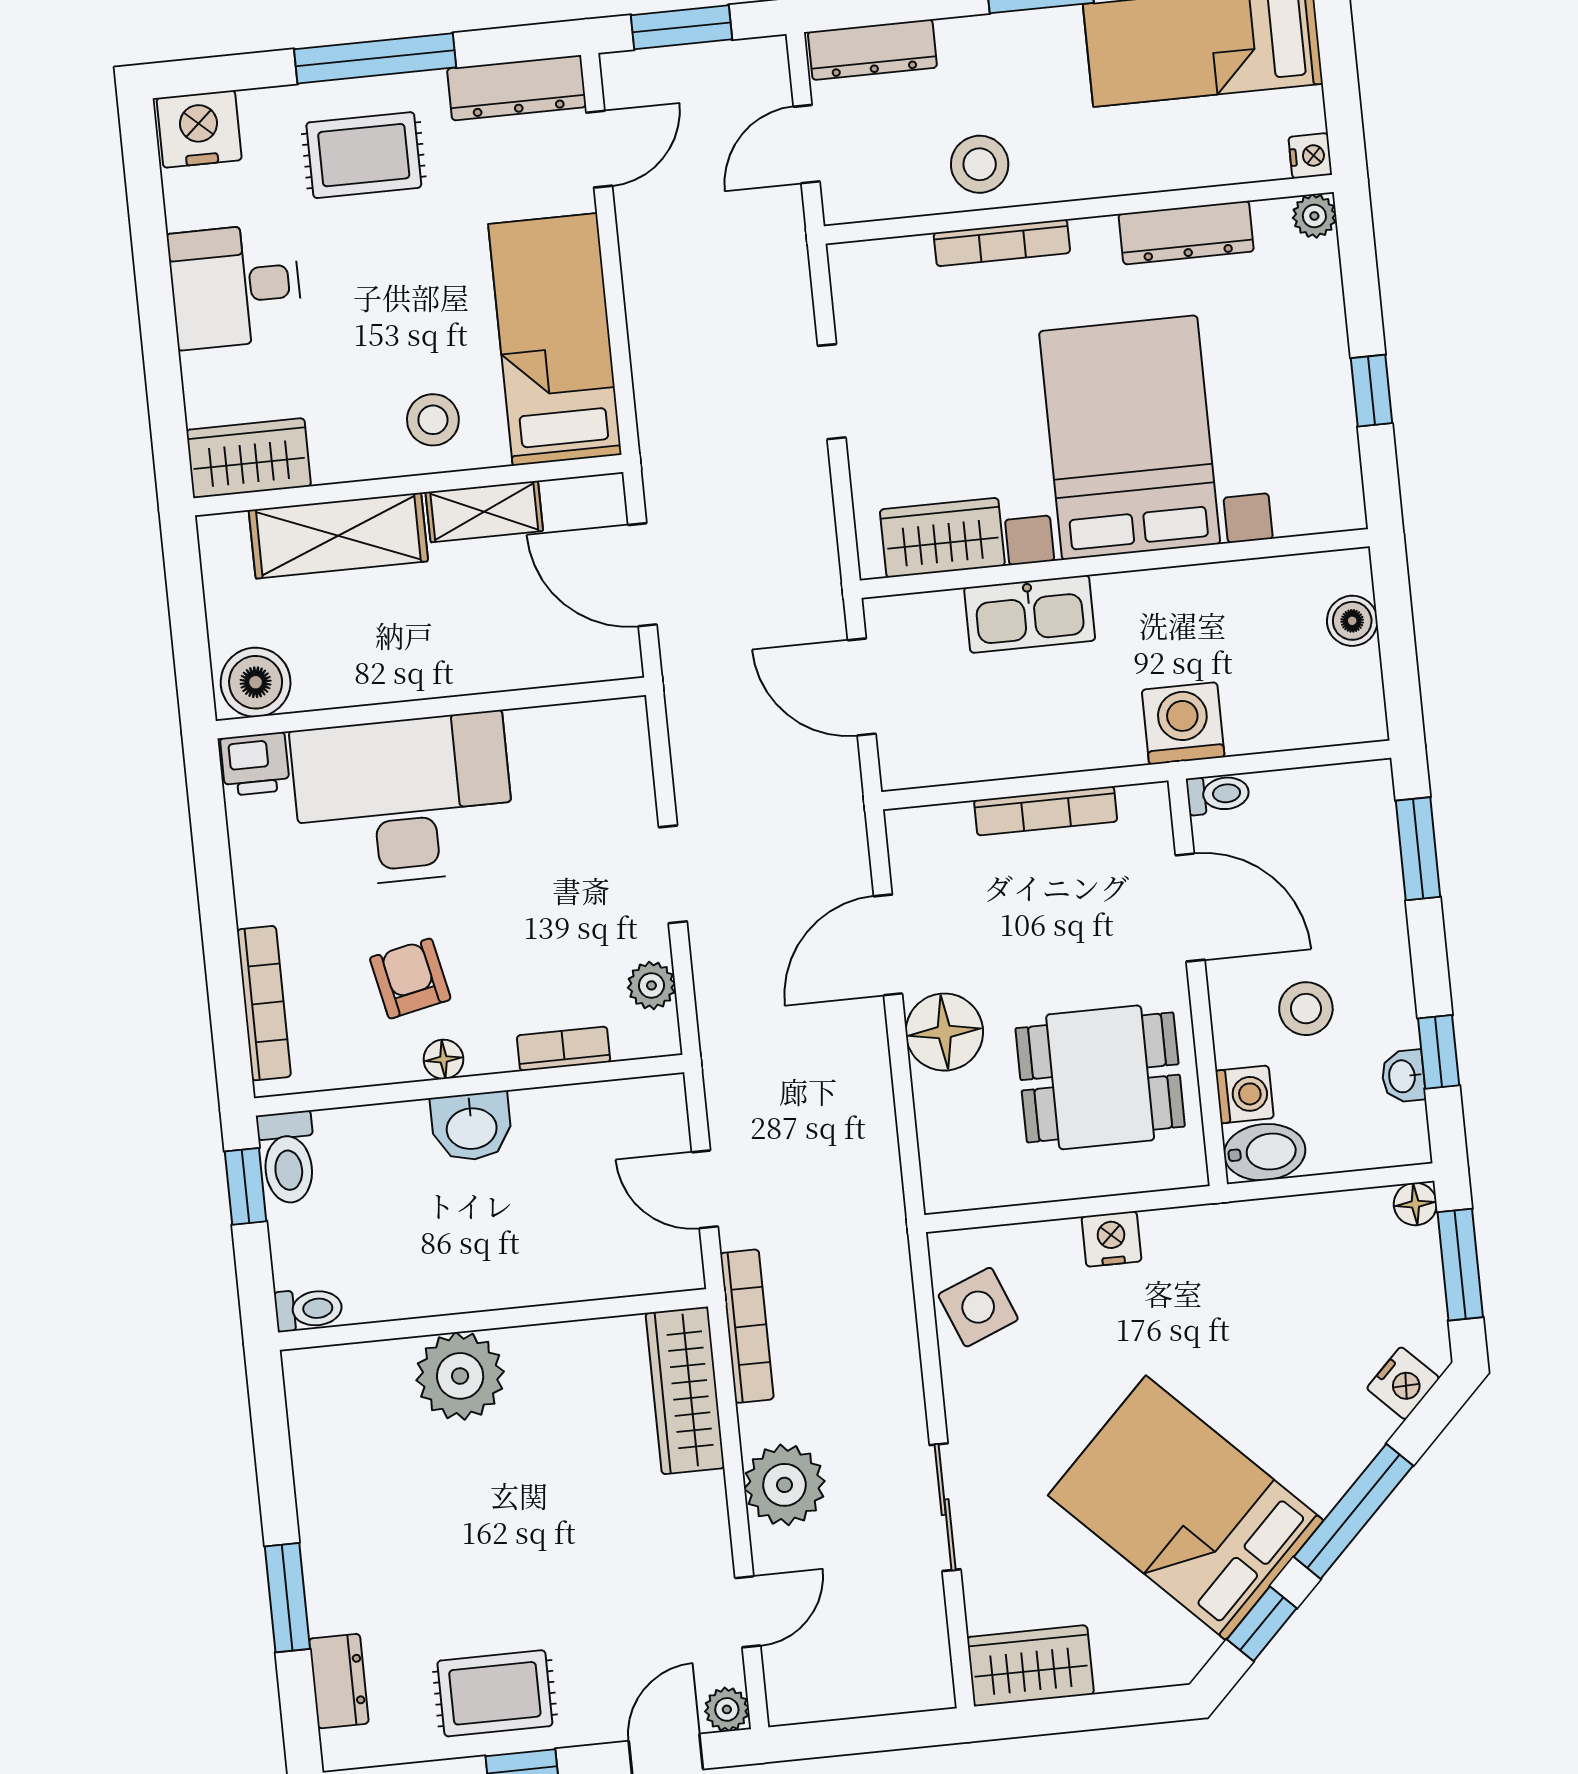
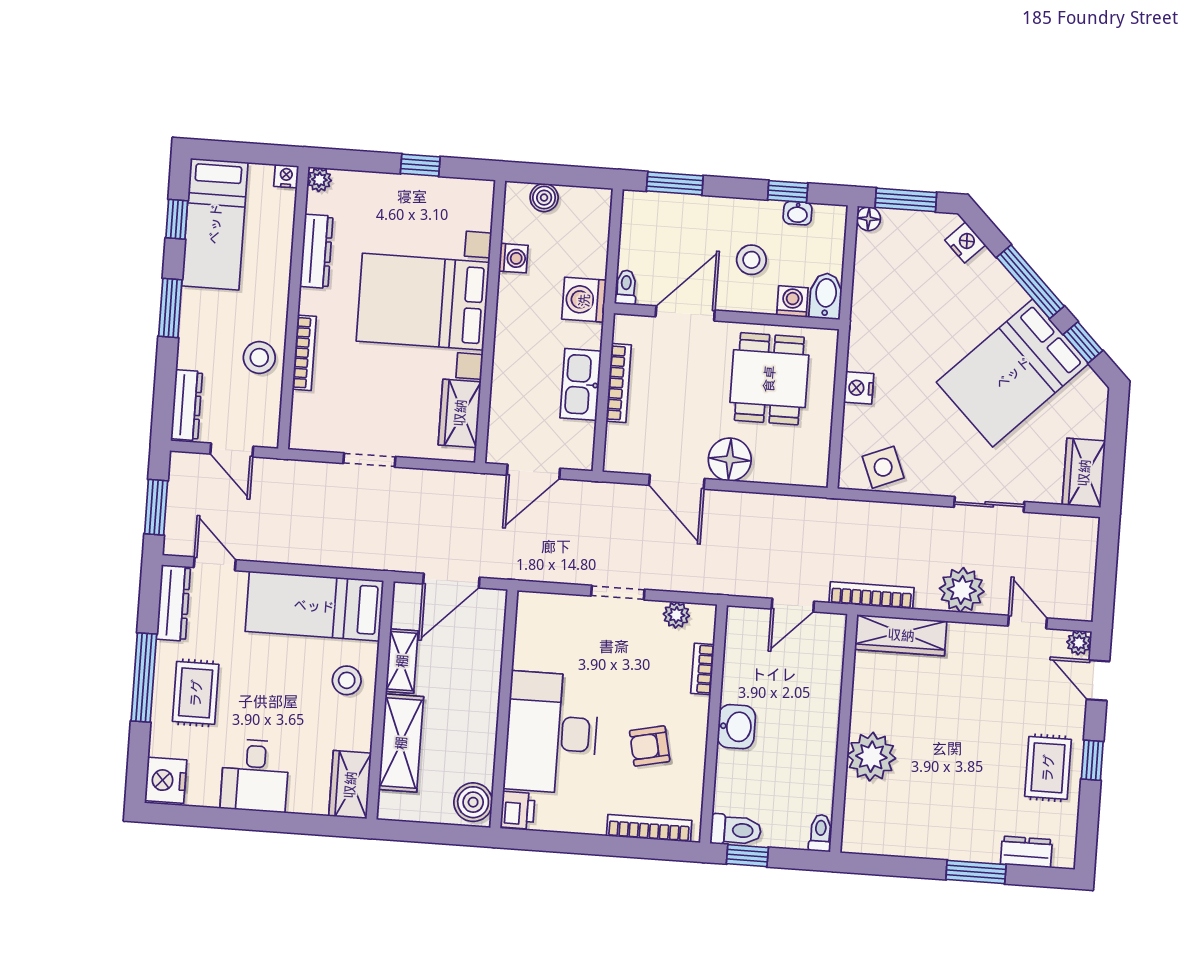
washing machine: (1235, 585) -> (513, 258), added
kitchen sink: (1030, 614) -> (581, 384), moved, turned 180
floor lamp: (444, 1059) -> (697, 736), removed

